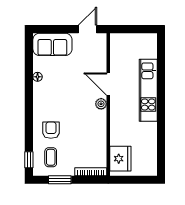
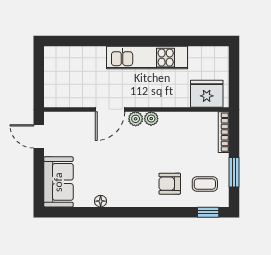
kitchen unit: (148, 90) -> (147, 58), moved
plant: (101, 116) -> (151, 119), added

